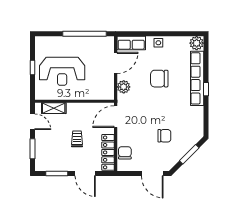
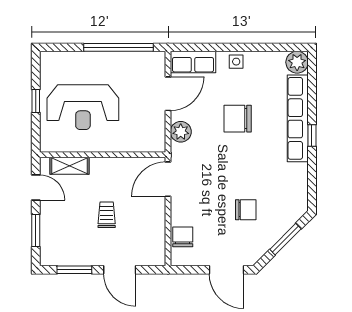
locker: (108, 152) -> (156, 236), removed

